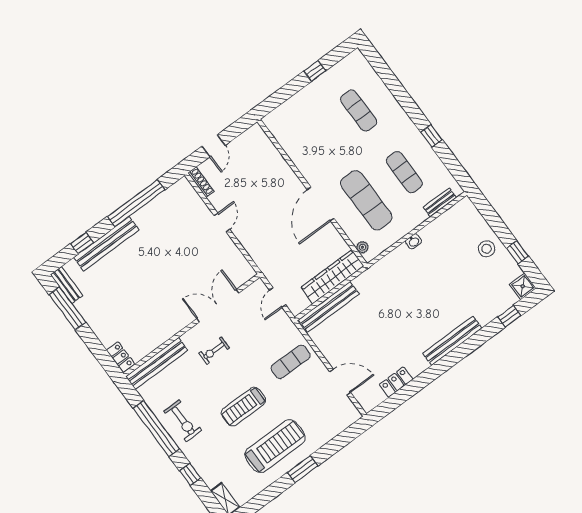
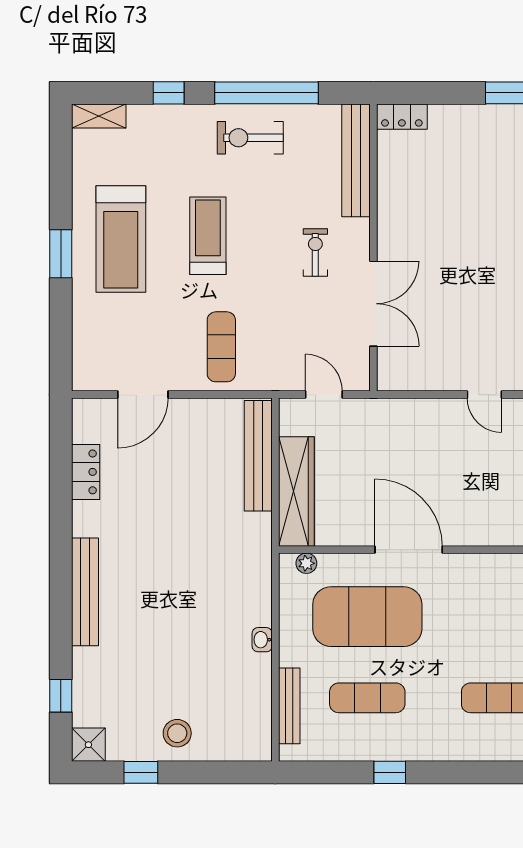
exercise mat: (366, 200) -> (367, 617), width x1.47
bench: (440, 202) -> (289, 706), width x1.36

